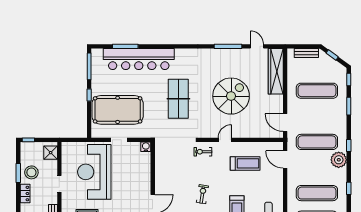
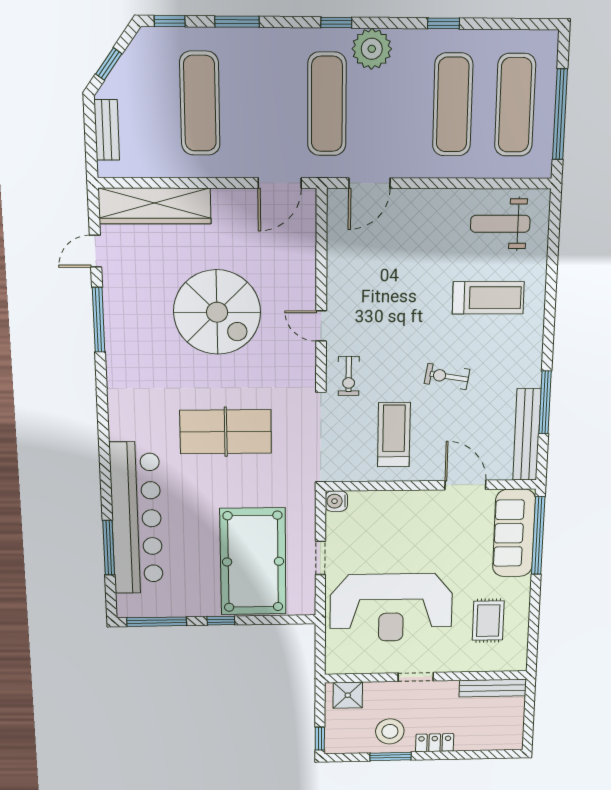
spiral stairs: (231, 96) -> (217, 312), turned 180
treadmill: (245, 163) -> (394, 435), moved

